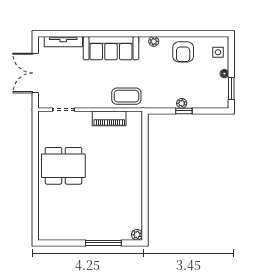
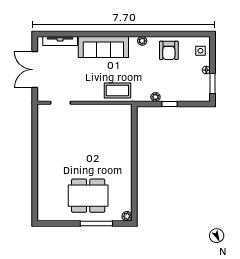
plant: (182, 103) -> (155, 97), moved
piano: (109, 118) -> (102, 111), removed
dining table: (63, 166) -> (88, 196), moved

